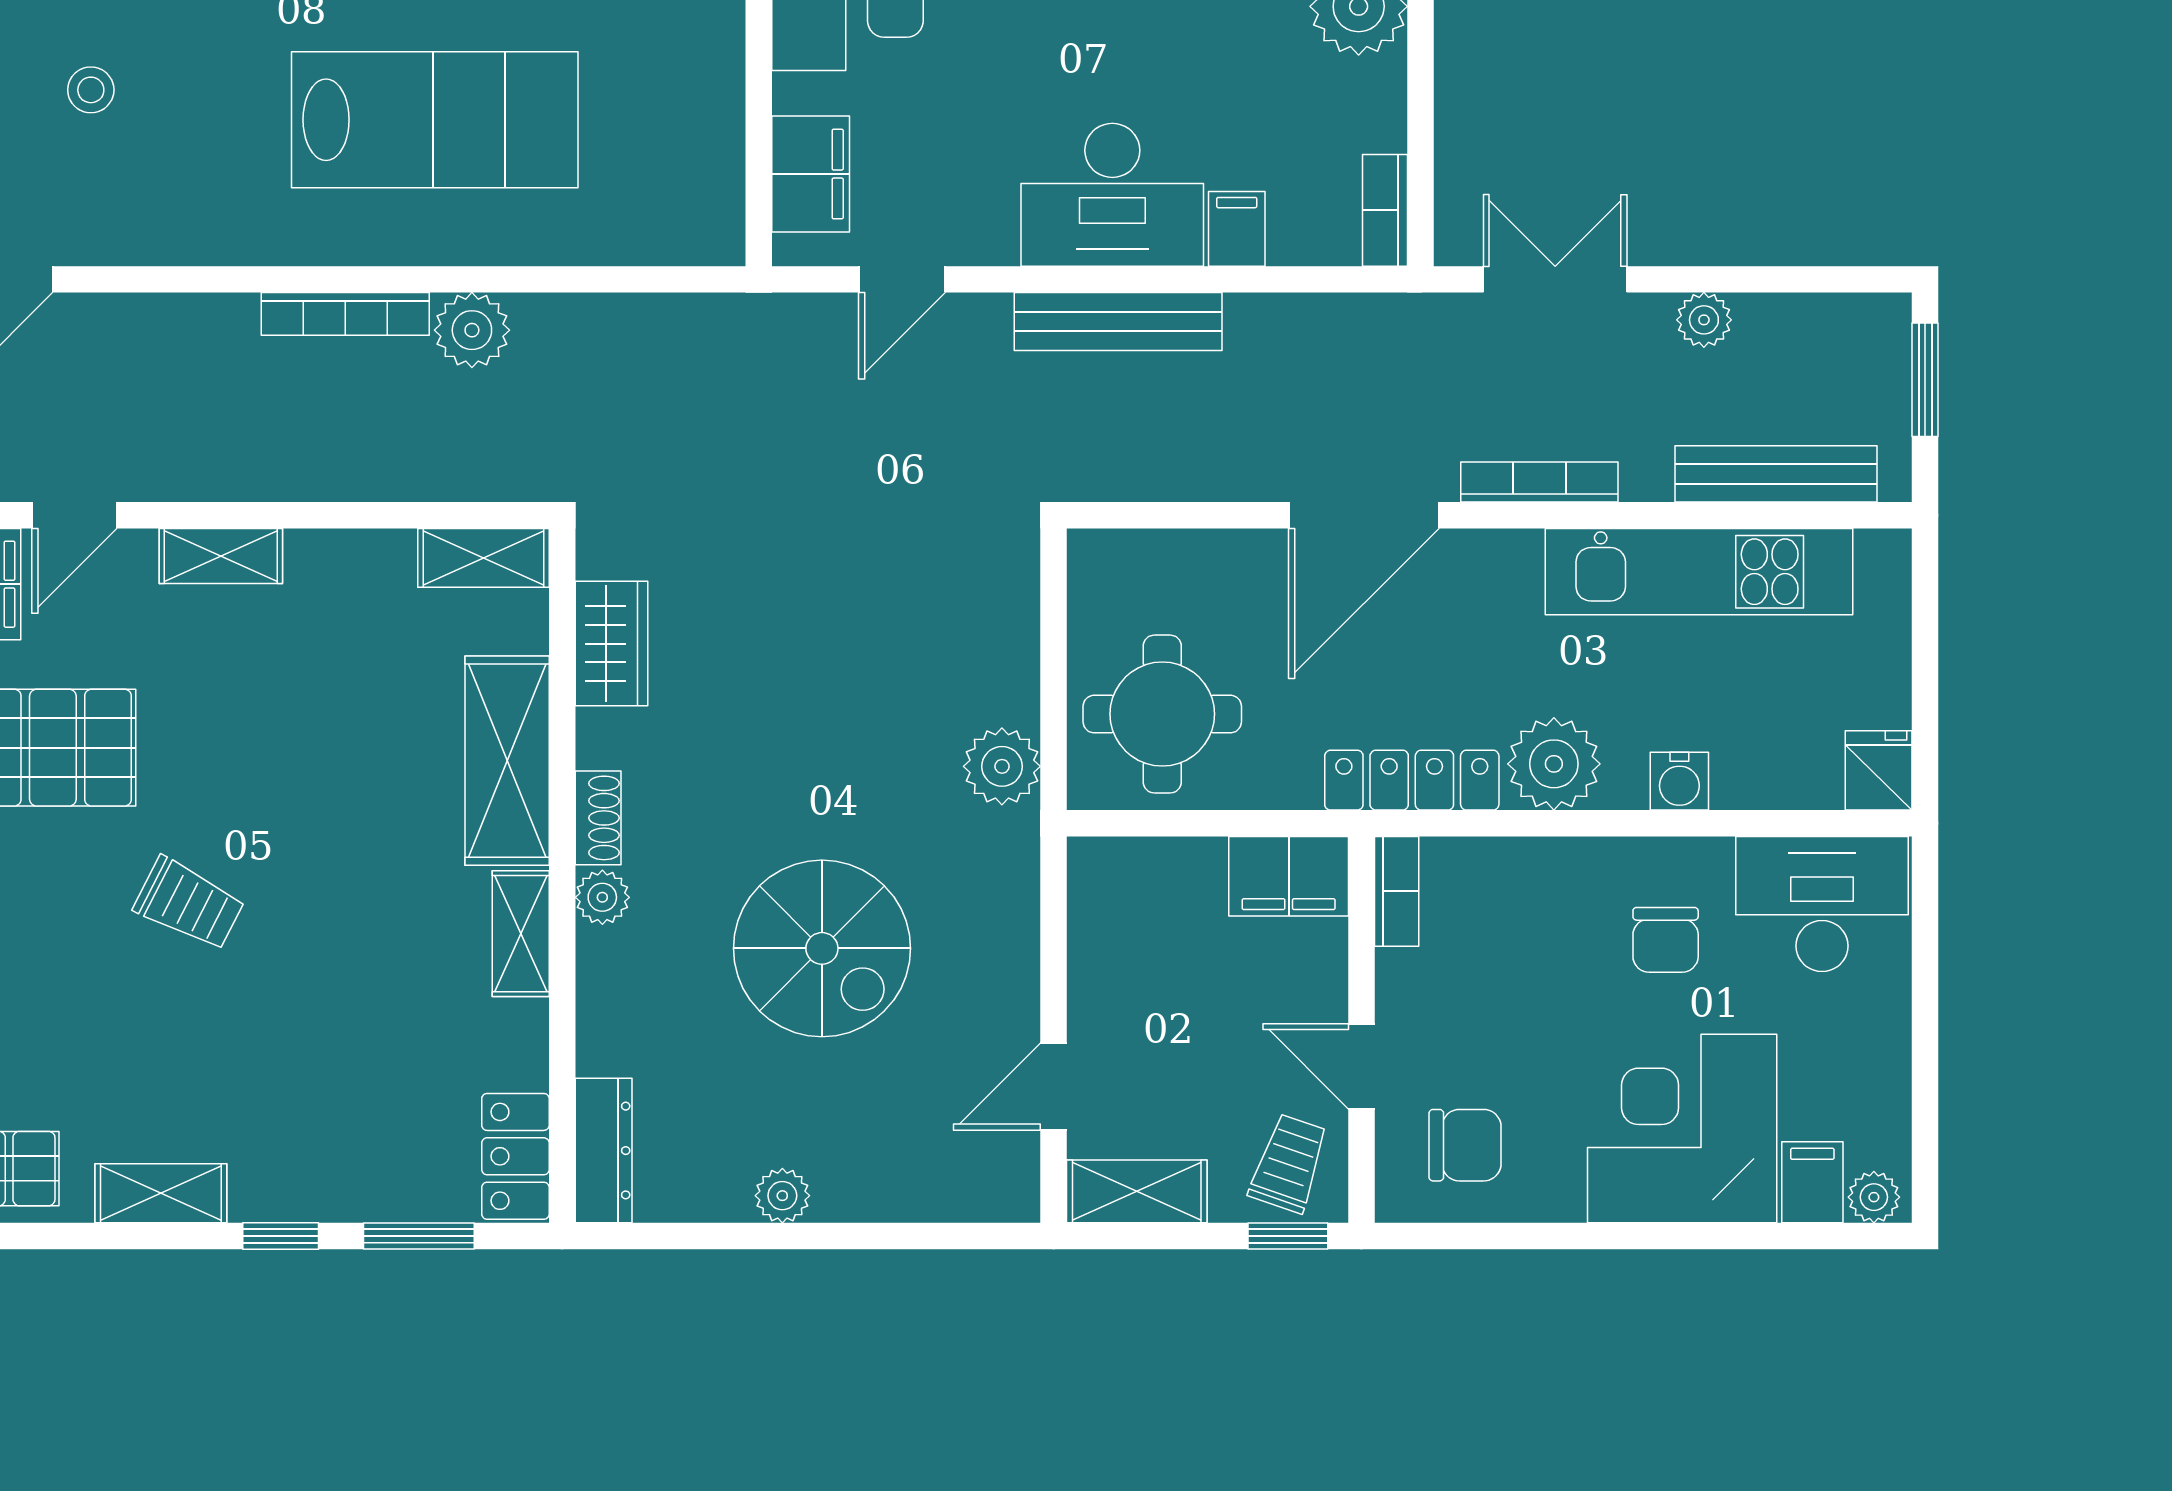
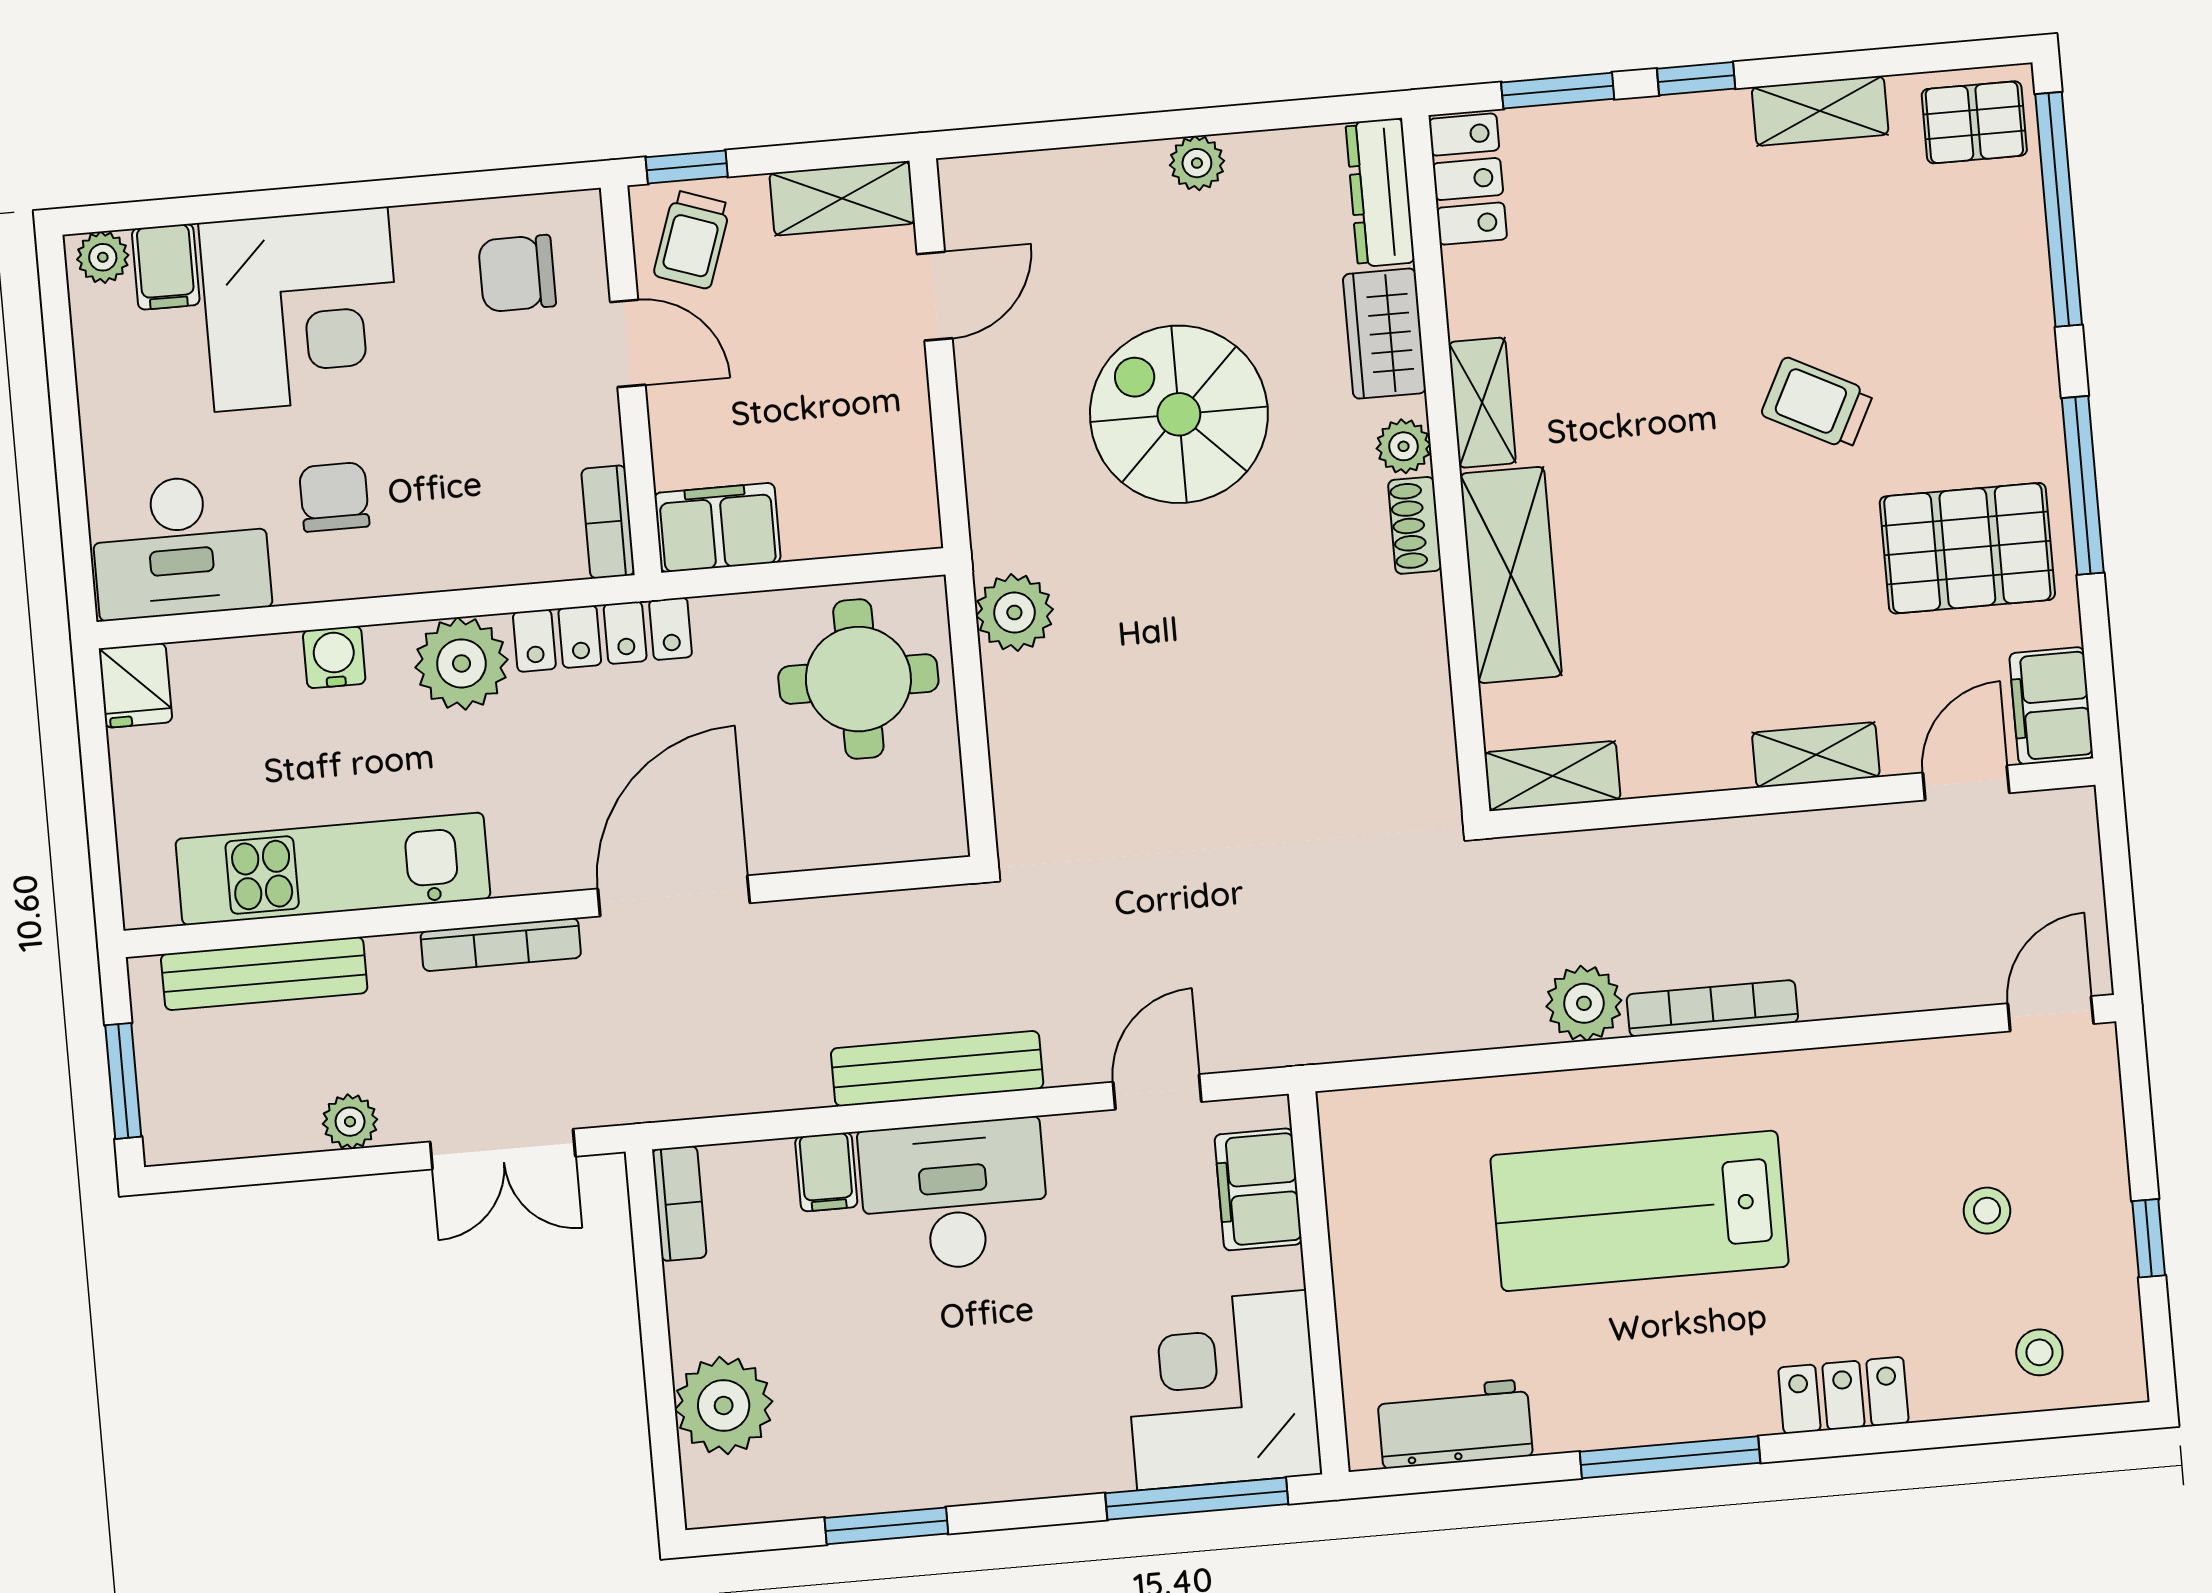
wardrobe: (611, 644) -> (1384, 334), moved

